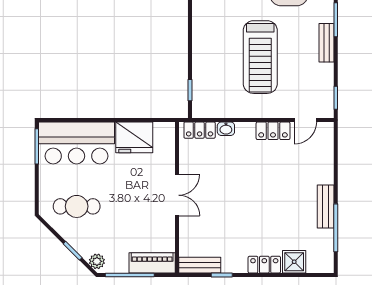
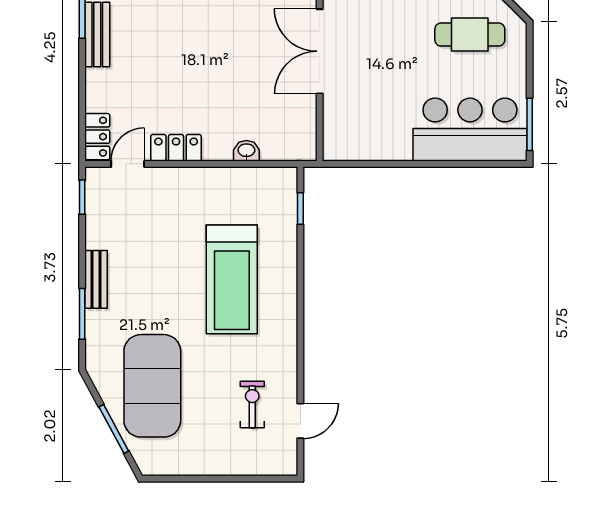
treadmill: (260, 57) -> (232, 279), moved, turned 180
locker: (200, 130) -> (97, 137), moved, turned 90
fridge: (134, 137) -> (383, 138), removed
double door: (177, 195) -> (320, 51), width x1.37

